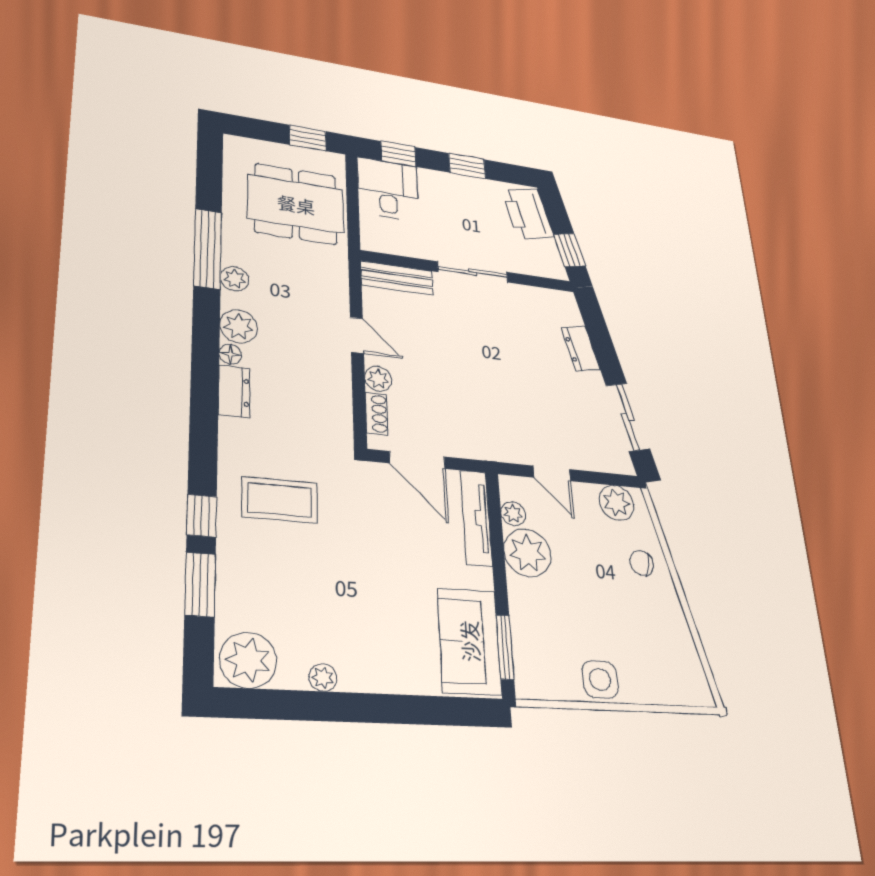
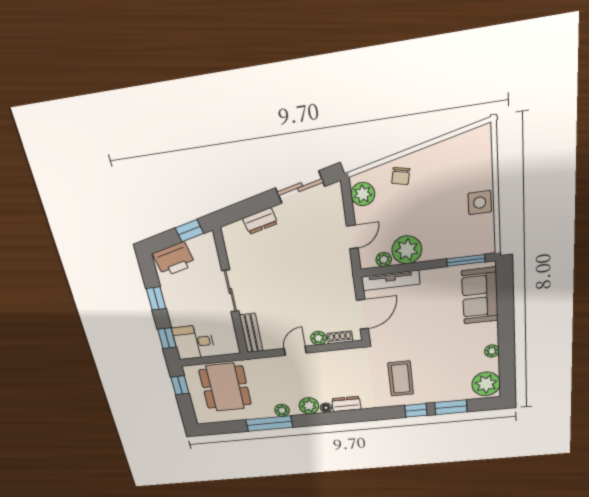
sofa: (469, 641) -> (480, 296), moved, turned 90

